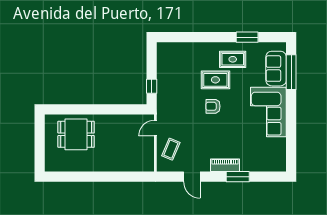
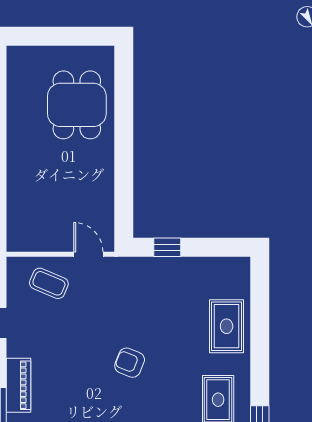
rug: (215, 80) -> (227, 326), moved
armchair: (213, 106) -> (130, 363), turned -68

